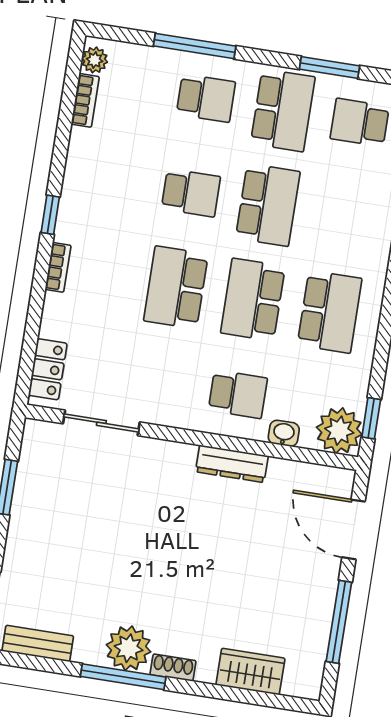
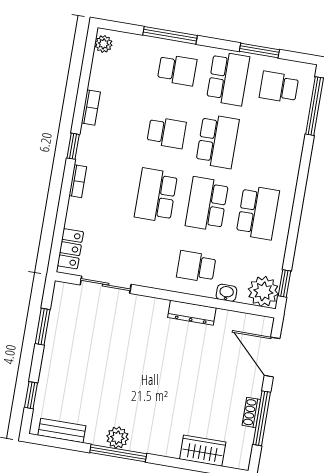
bookcase: (85, 100) -> (91, 108), moved
school desk: (238, 394) -> (196, 267), turned 180
plant: (129, 648) -> (117, 438), width x0.73, depth x0.73
shoe rack: (173, 668) -> (251, 412), moved, turned -90

